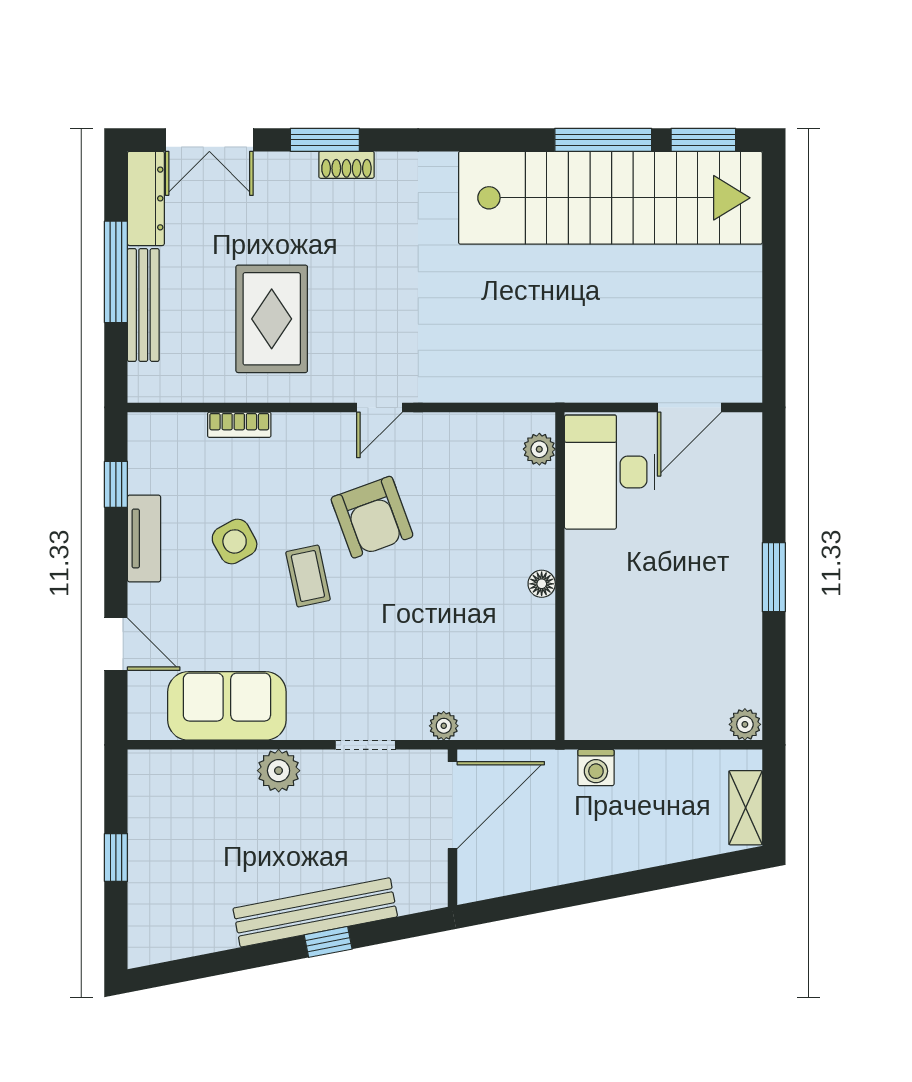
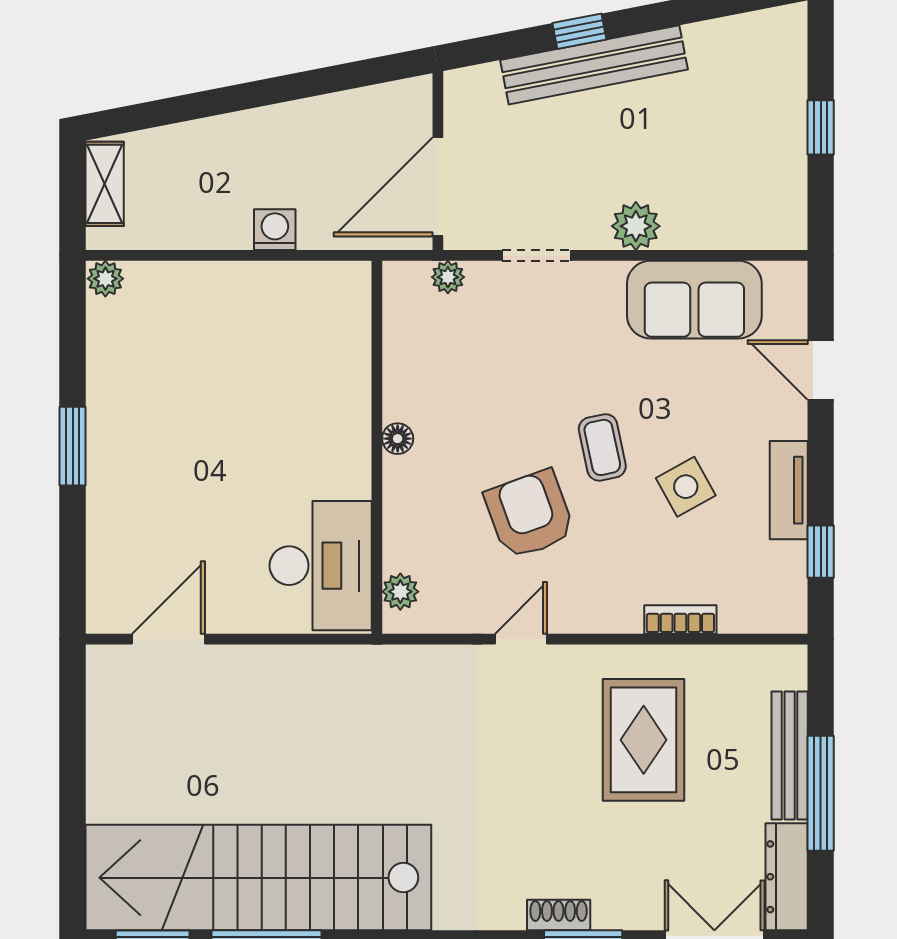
plant: (539, 449) -> (400, 592), moved
desk: (609, 472) -> (321, 566), moved
wall: (560, 576) -> (377, 447), moved
floor lamp: (542, 584) -> (398, 439), moved

